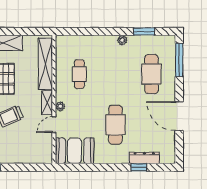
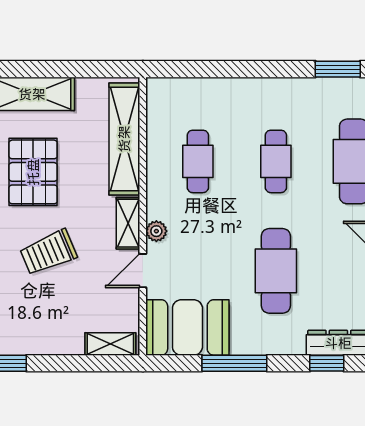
plant: (122, 40) -> (291, 88), removed
cafe table: (115, 74) -> (276, 161), added
shelving: (39, 158) -> (110, 344), added
window: (96, 167) -> (234, 363), added

